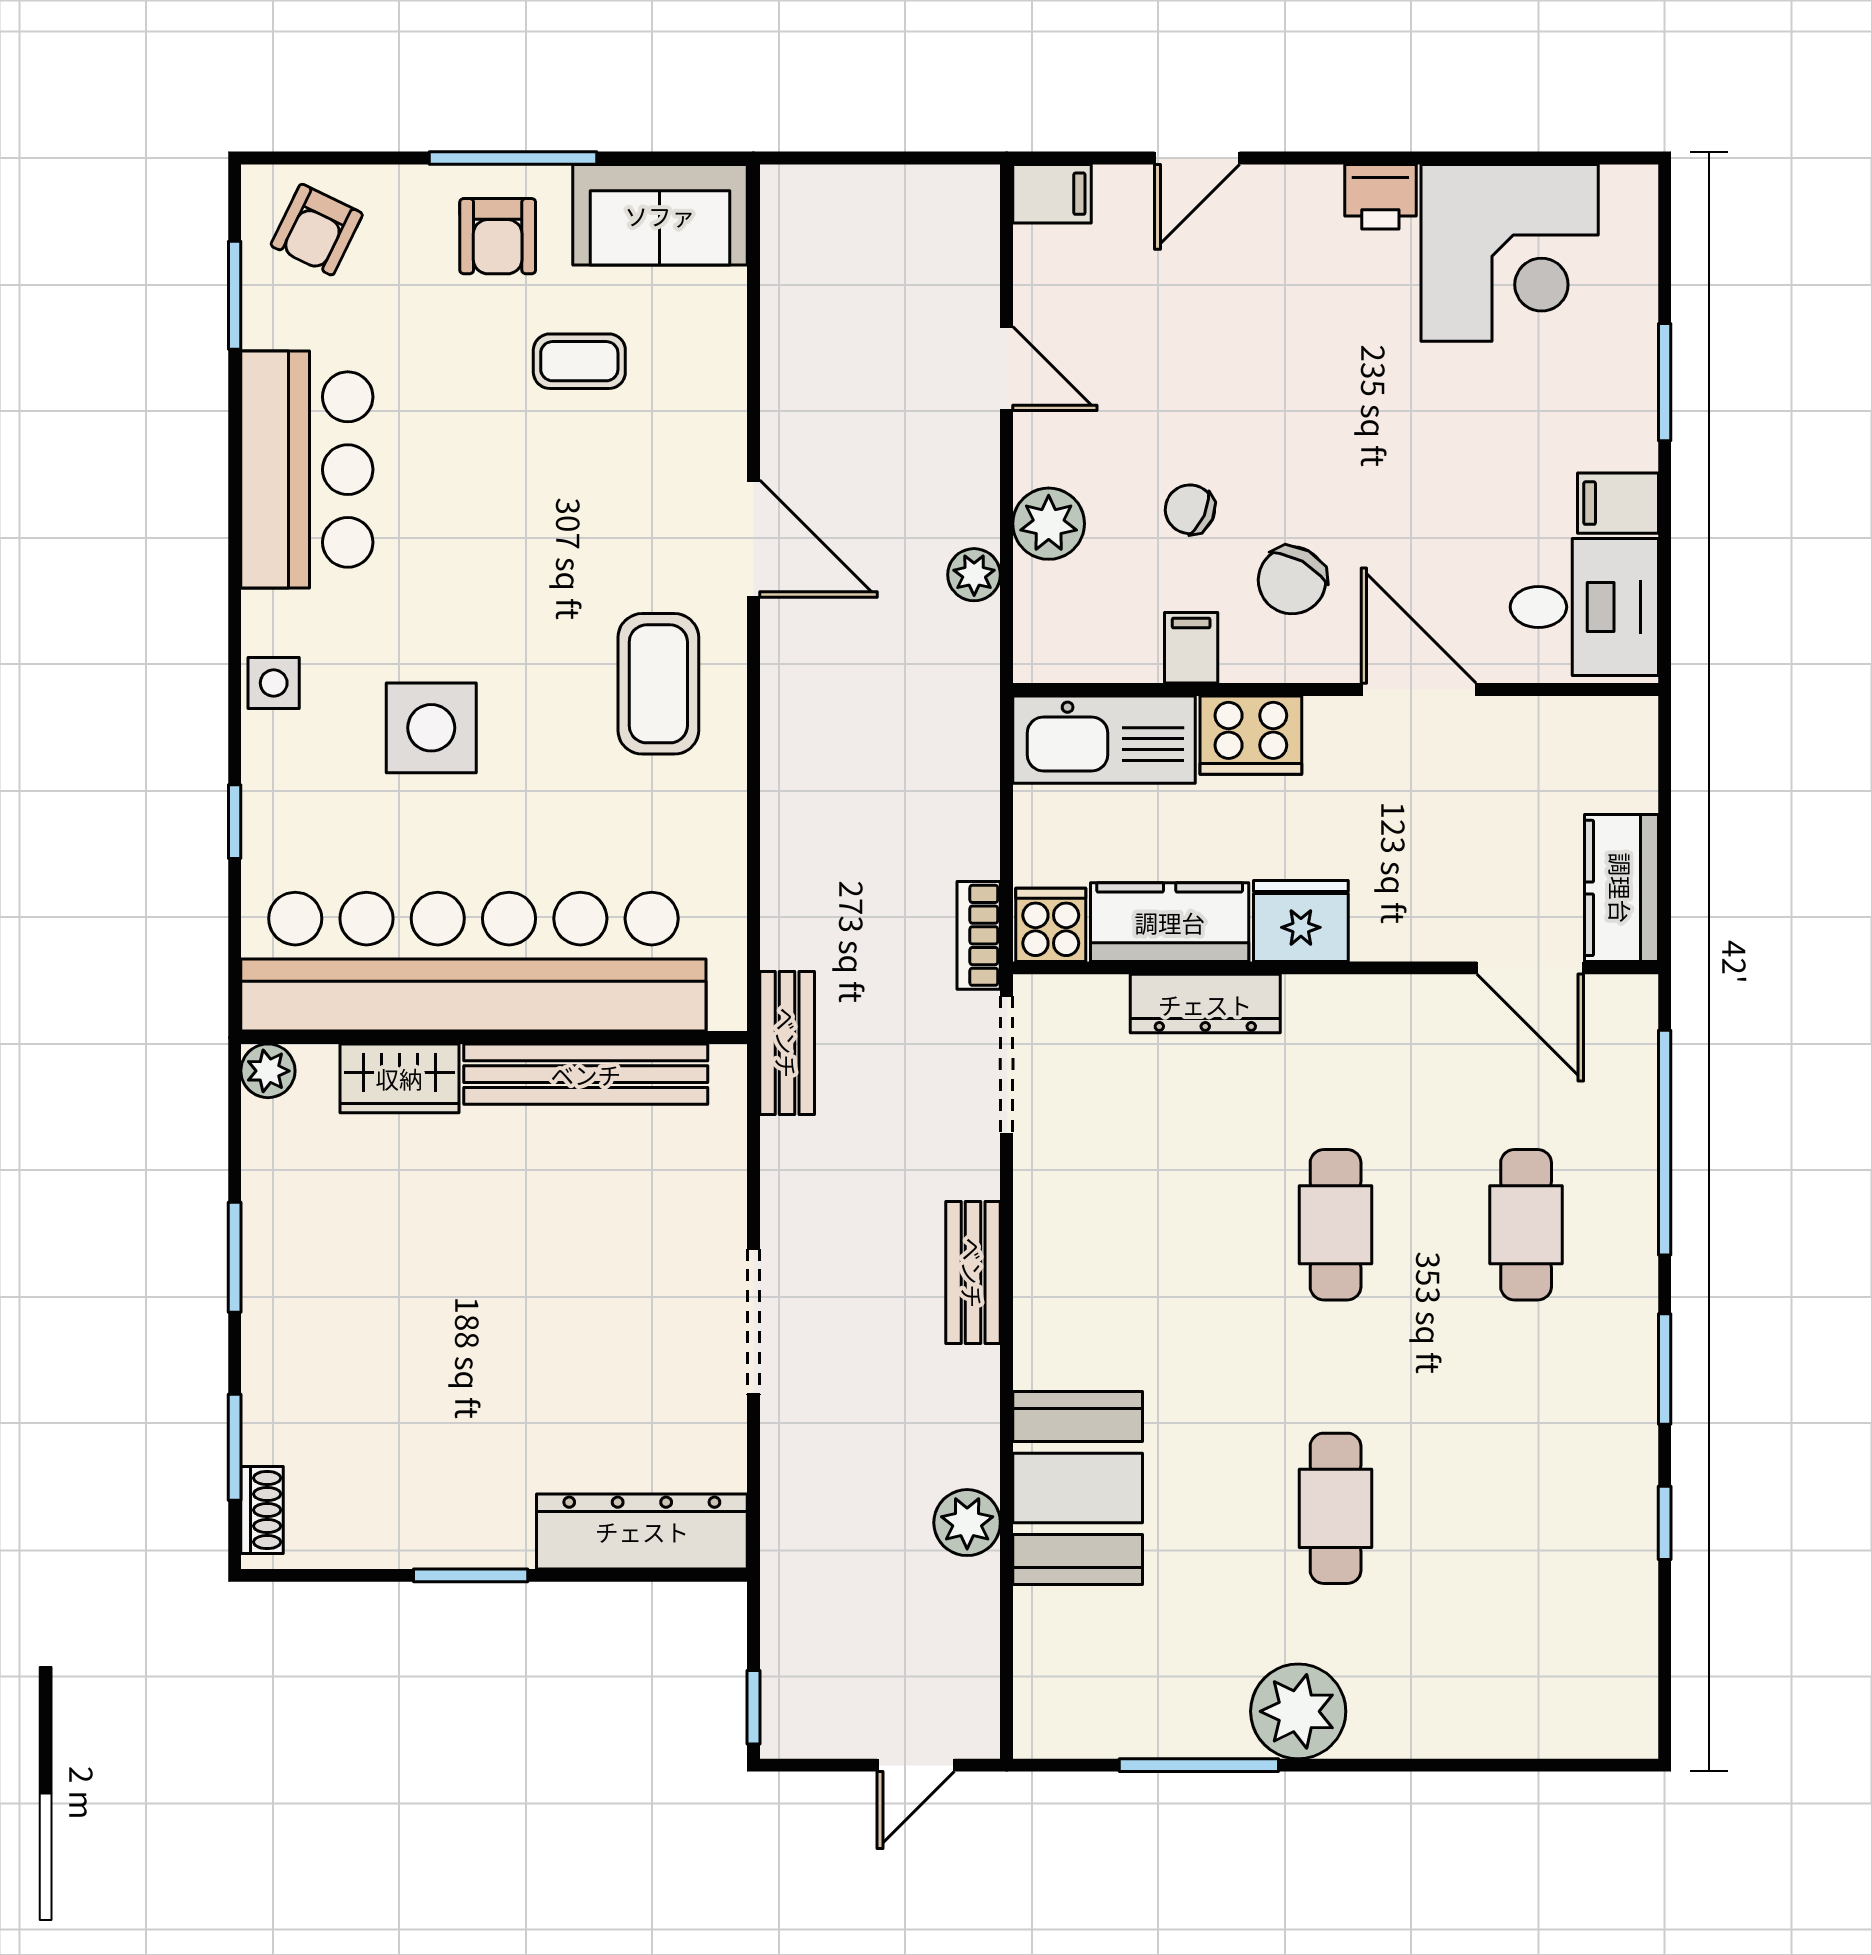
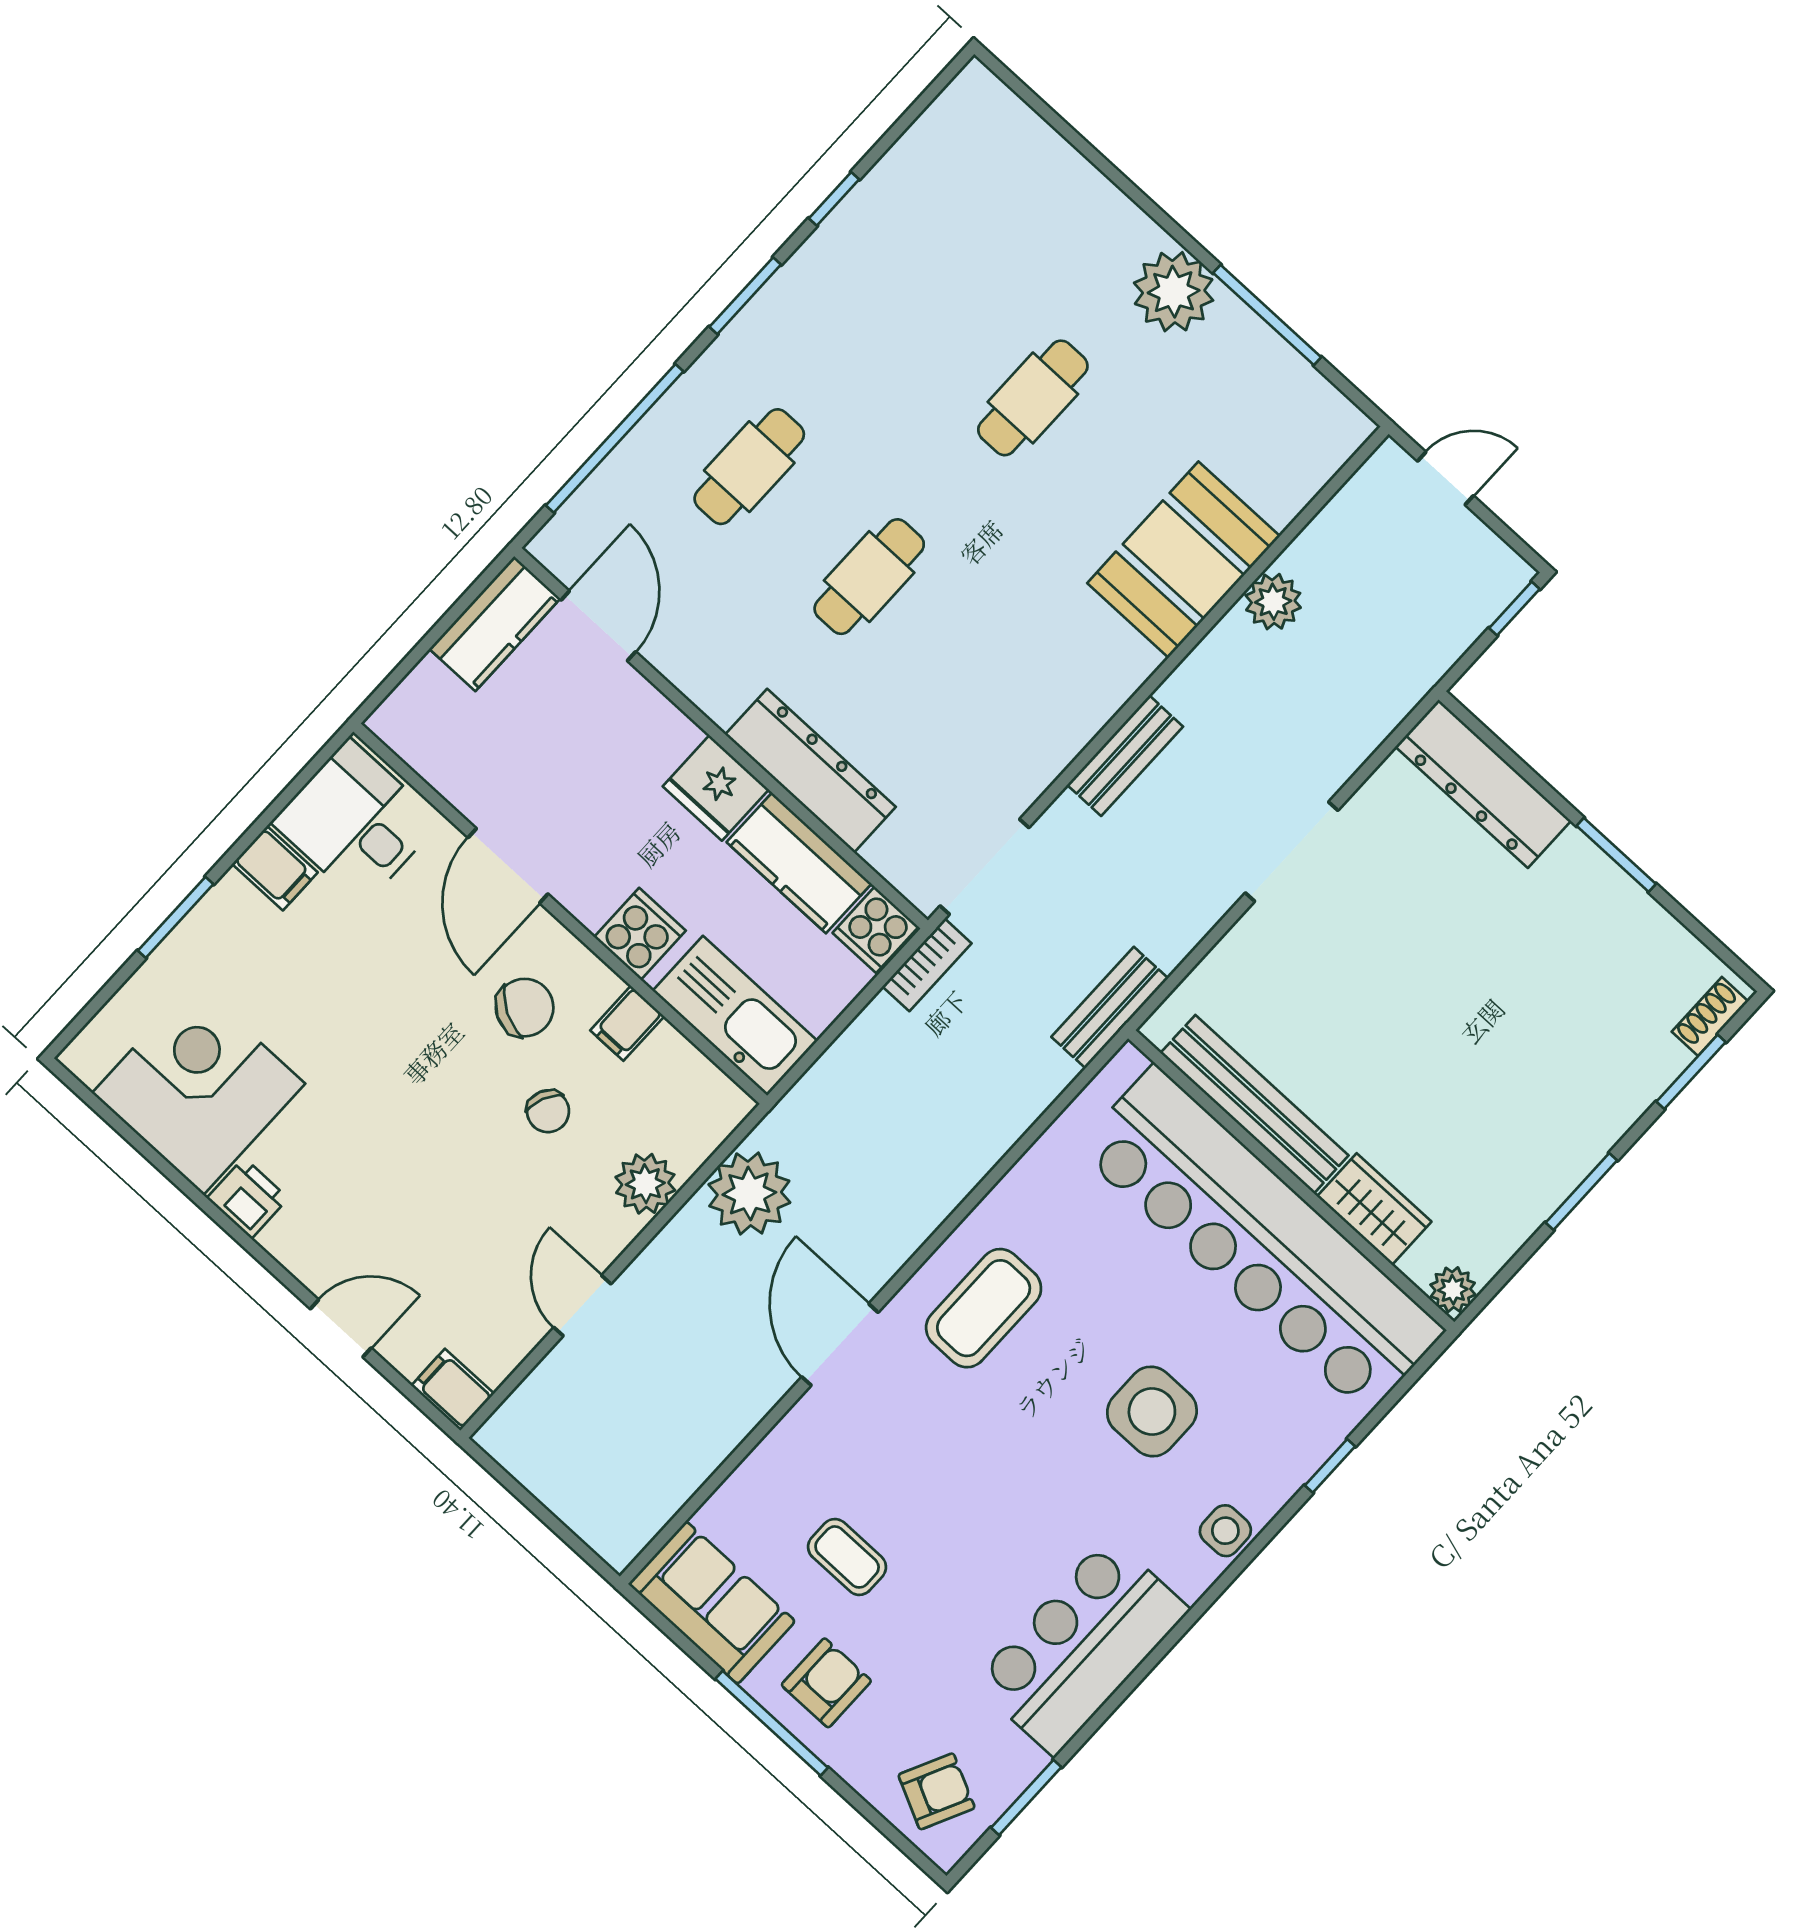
plant: (974, 575) -> (749, 1193), width x1.88, depth x1.88
cooker: (1251, 735) -> (640, 934), width x0.73
dresser: (1205, 1004) -> (810, 771), width x1.37, depth x1.24

